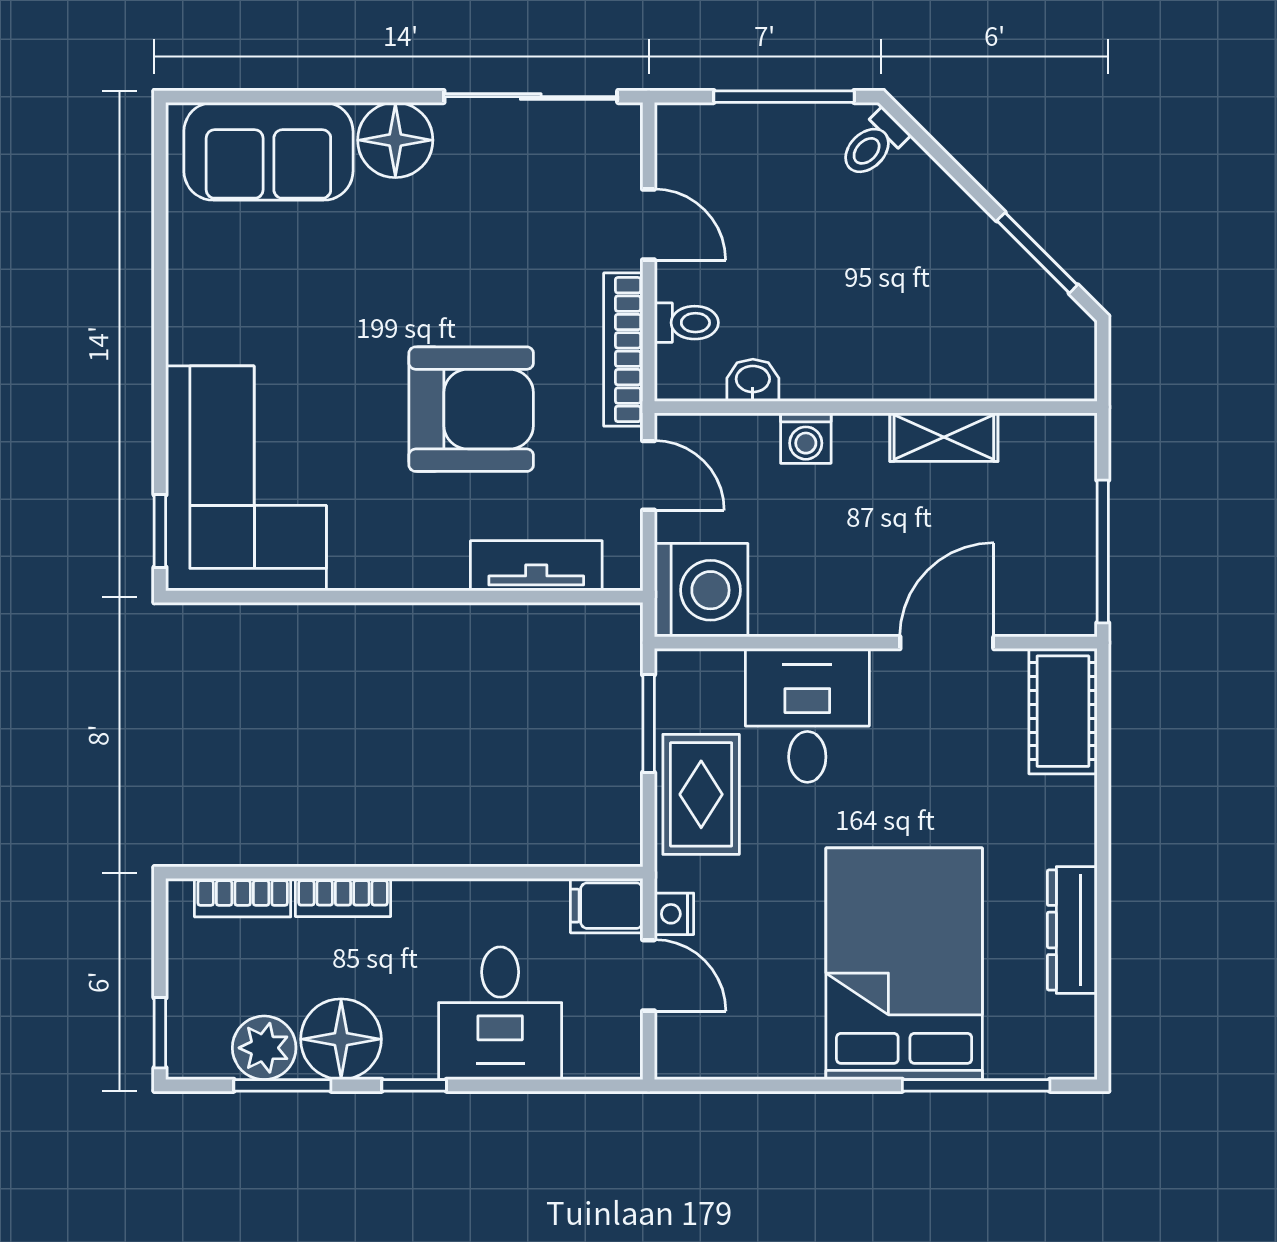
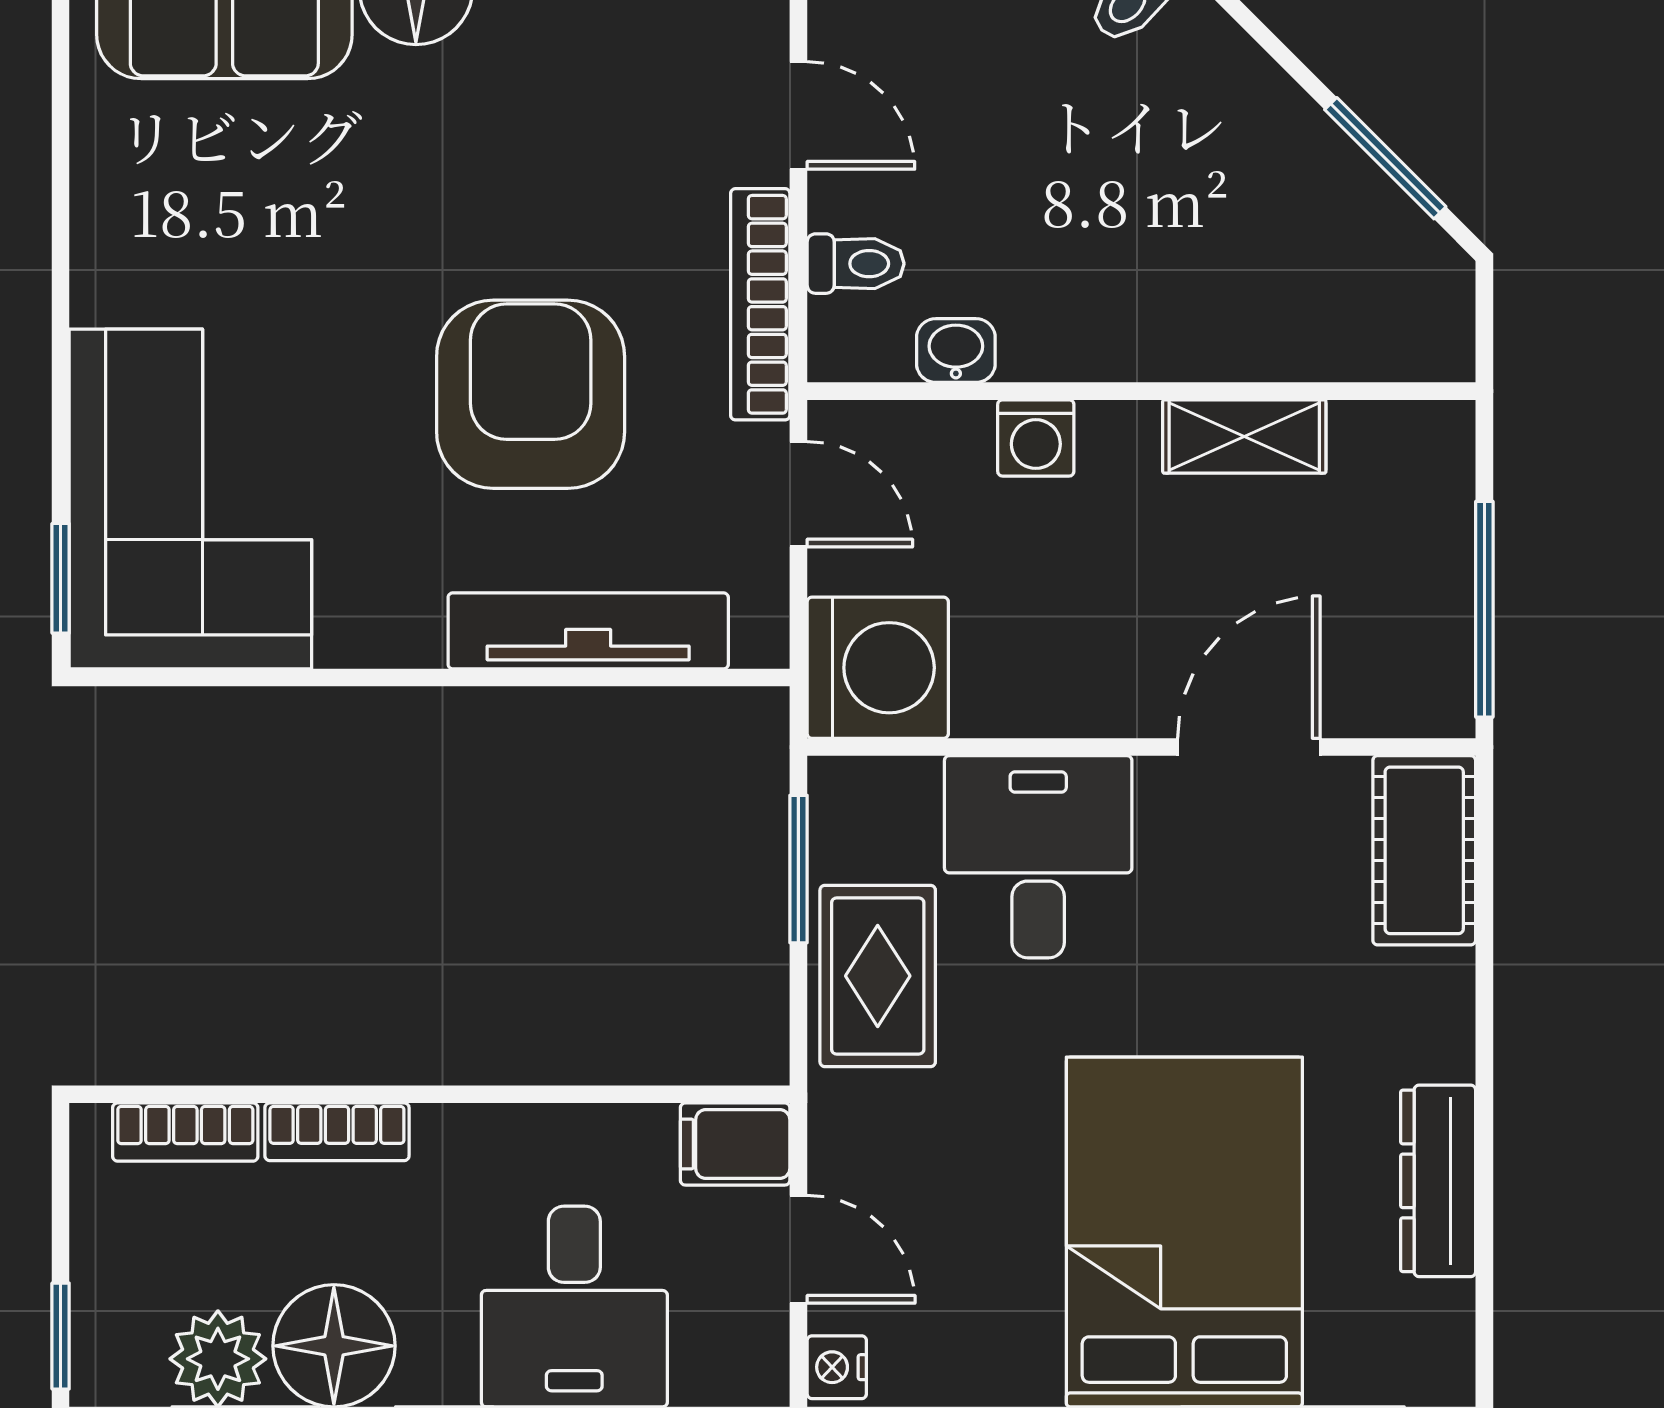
armchair: (471, 409) -> (531, 394), turned -90
tv unit: (536, 566) -> (588, 631), width x1.41
nightstand: (674, 914) -> (837, 1367), moved

